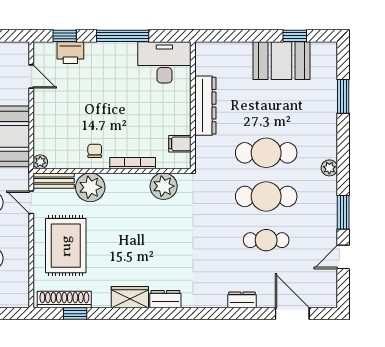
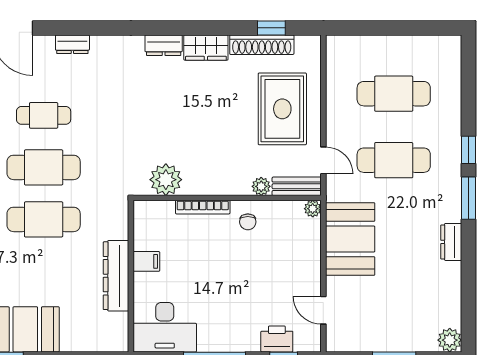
filing cabinet: (180, 144) -> (146, 261), moved
plant: (90, 187) -> (261, 186), width x0.53, depth x0.53
shoe rack: (64, 300) -> (262, 45), moved

